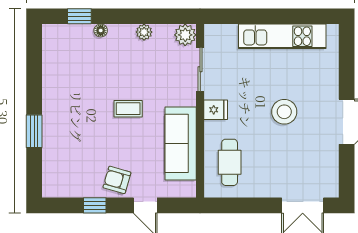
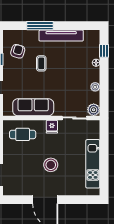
tv unit: (52, 93) -> (61, 36), added
coffee table: (128, 109) -> (41, 63), moved
window: (34, 131) -> (40, 26), width x1.44
armchair: (117, 180) -> (18, 51), moved

